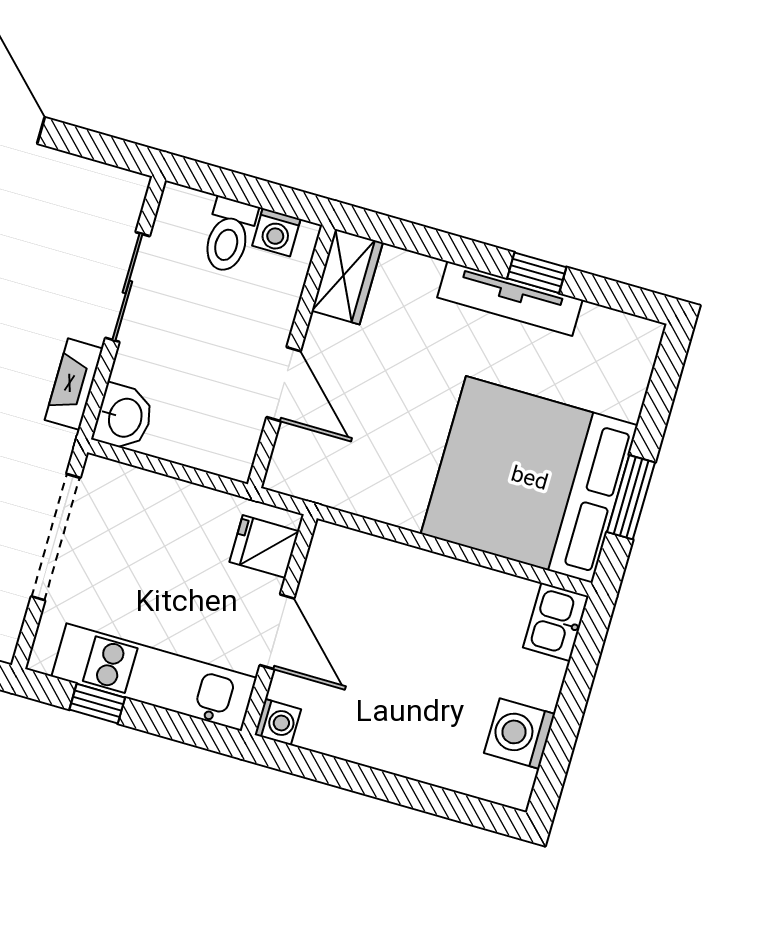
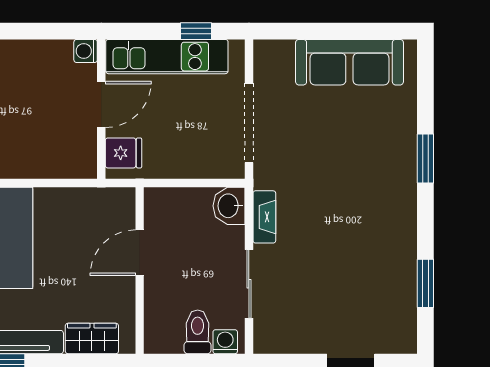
washing machine: (276, 232) -> (225, 342), moved
wardrobe: (347, 277) -> (92, 338), moved, turned 90
door: (284, 384) -> (140, 253), hinge flipped
door: (277, 632) -> (101, 104), swing flipped

